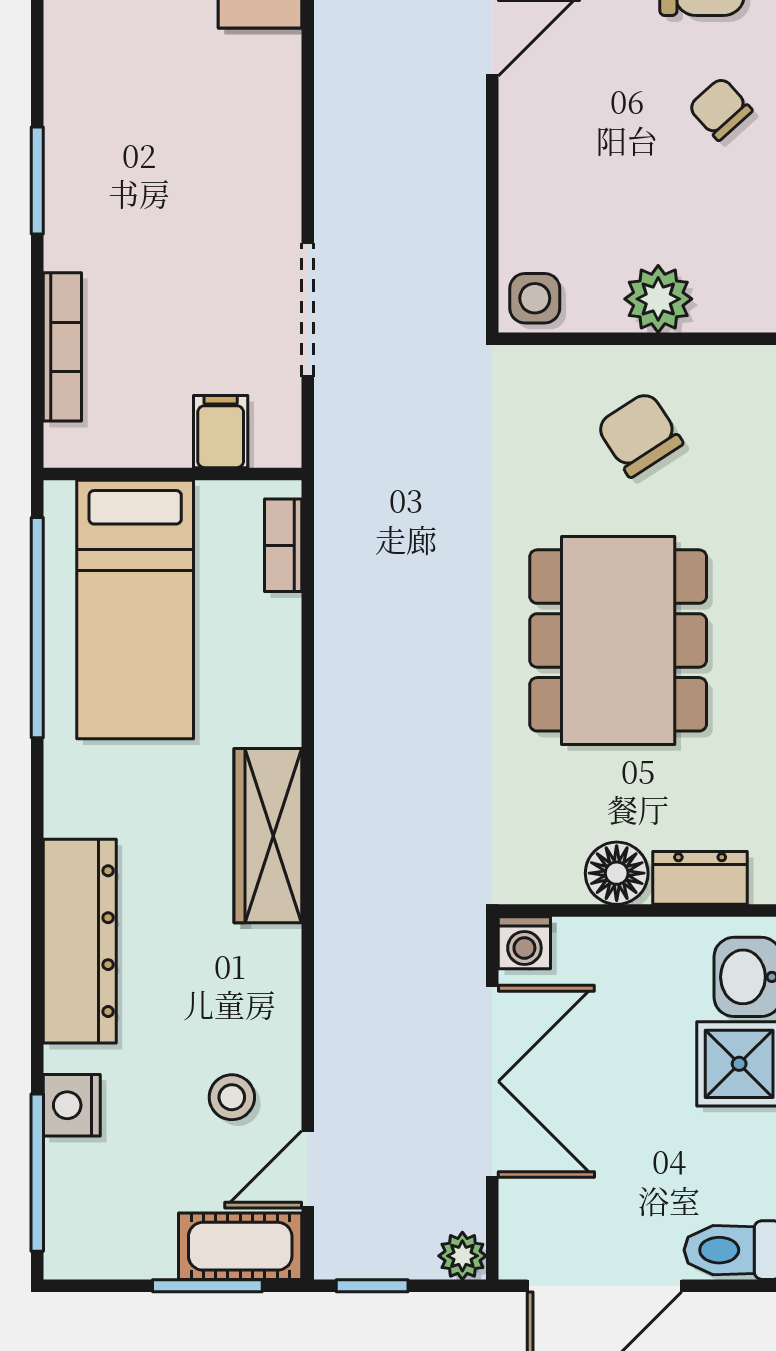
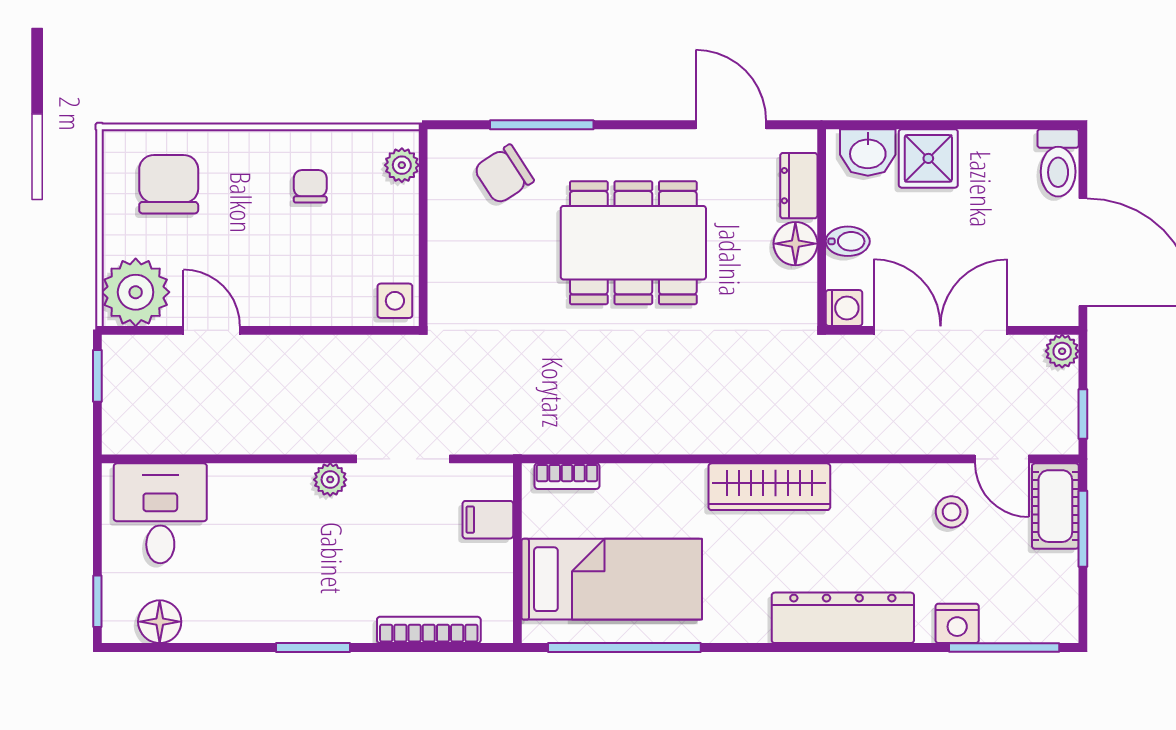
chair: (720, 109) -> (310, 186), moved, turned 132
plant: (278, 205) -> (330, 480), added
plant: (658, 299) -> (402, 165), moved, width x0.73, depth x0.73
chair: (640, 434) -> (504, 174), moved
bidet: (620, 948) -> (848, 241), added

